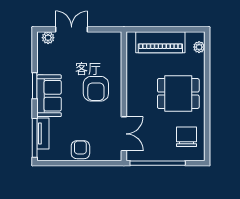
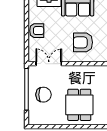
double door: (124, 134) -> (49, 64), swing flipped
chair: (186, 137) -> (43, 95), moved

